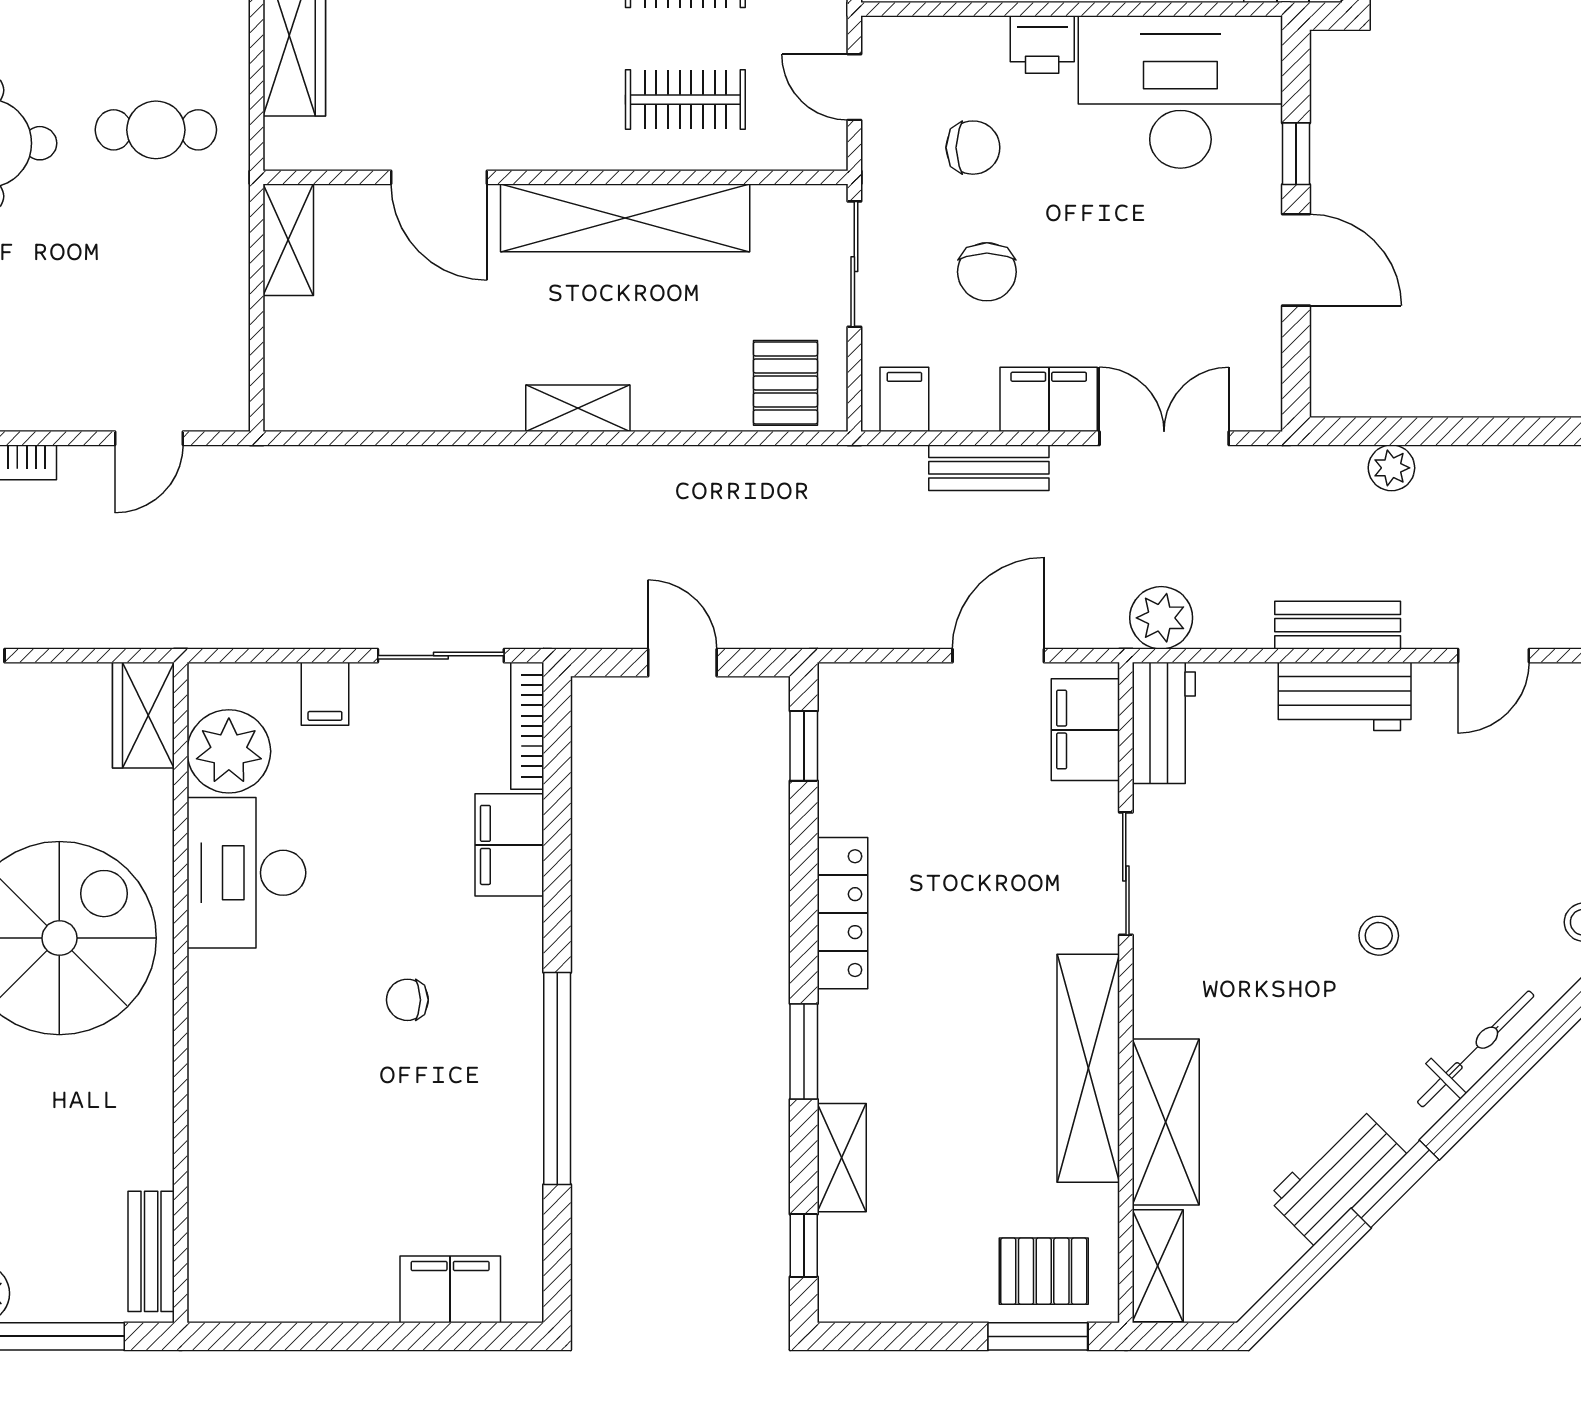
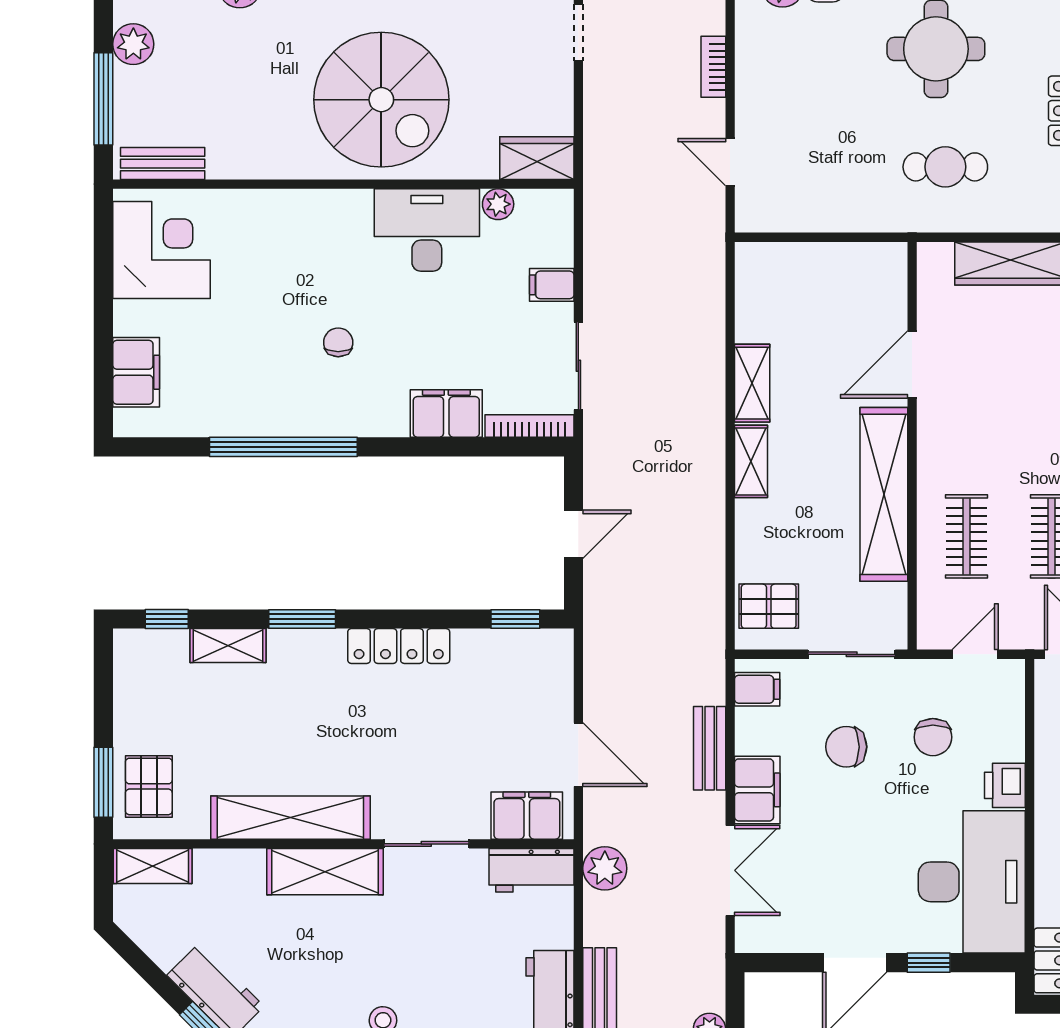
cafe table: (156, 130) -> (945, 167), turned 90
shelving: (288, 240) -> (752, 383), moved, turned 90
plant: (229, 751) -> (498, 204), width x0.53, depth x0.53
shelving: (1166, 1122) -> (325, 872), moved
corner desk: (275, 1253) -> (161, 250), added

